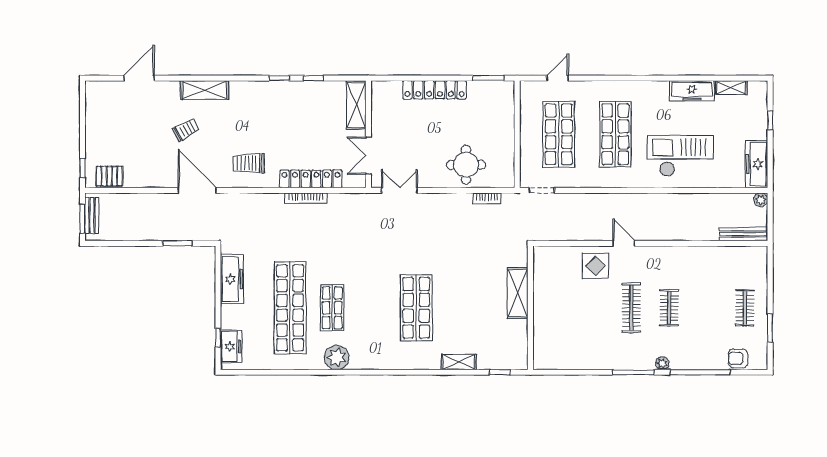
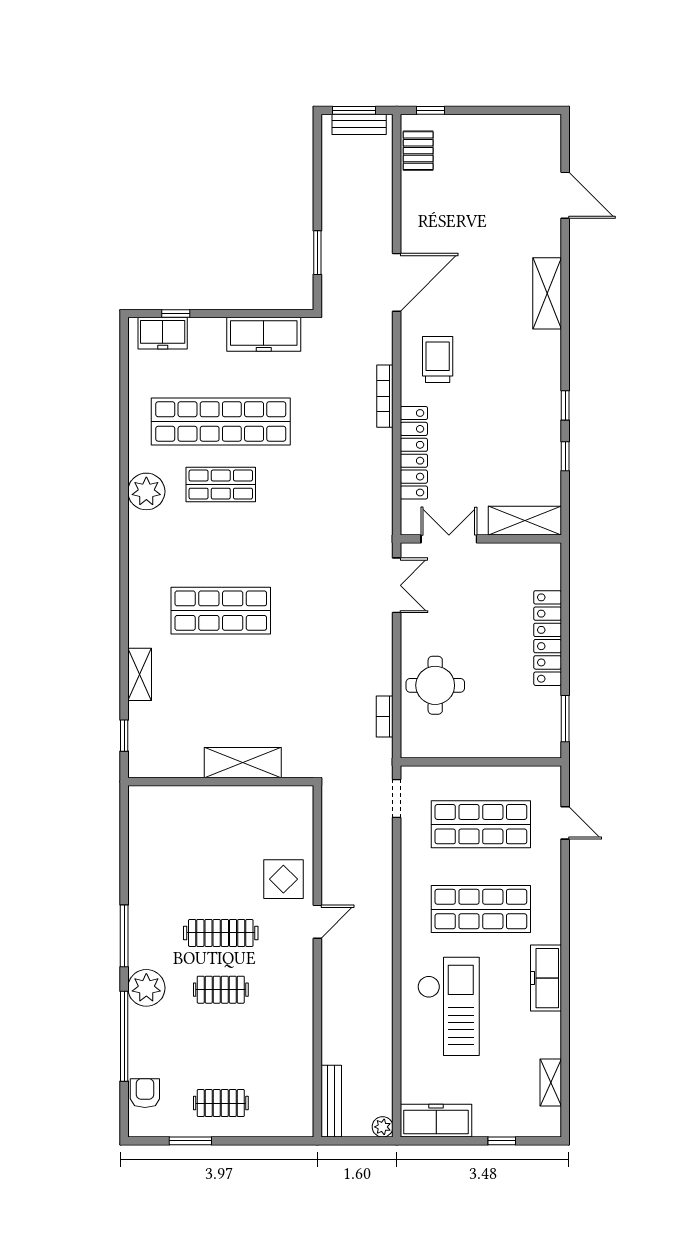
freezer: (692, 91) -> (546, 978), moved
trolley: (186, 130) -> (488, 265), removed
bookcase: (306, 198) -> (385, 396), moved
plant: (662, 363) -> (146, 988), width x1.88, depth x1.88

